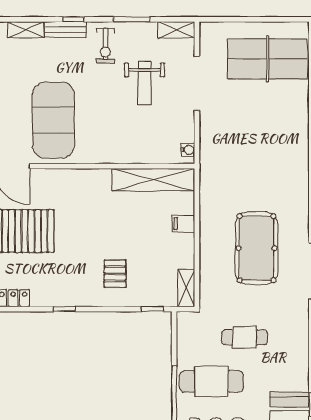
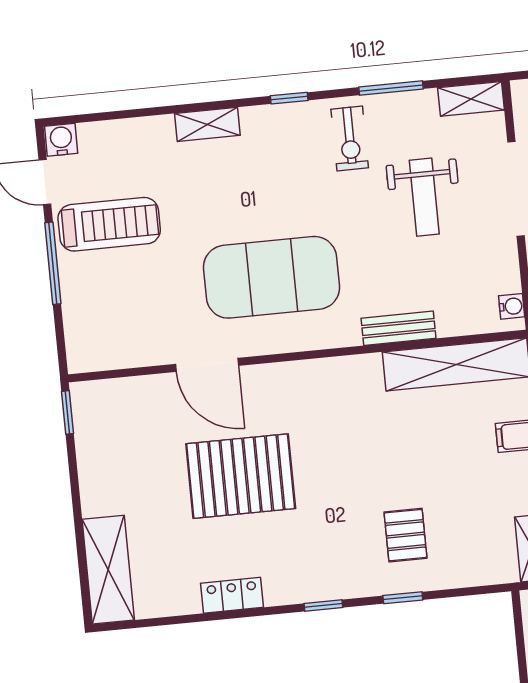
bench: (66, 29) -> (398, 328), moved
exercise mat: (53, 120) -> (271, 277), turned 90
window: (152, 309) -> (403, 598), moved

